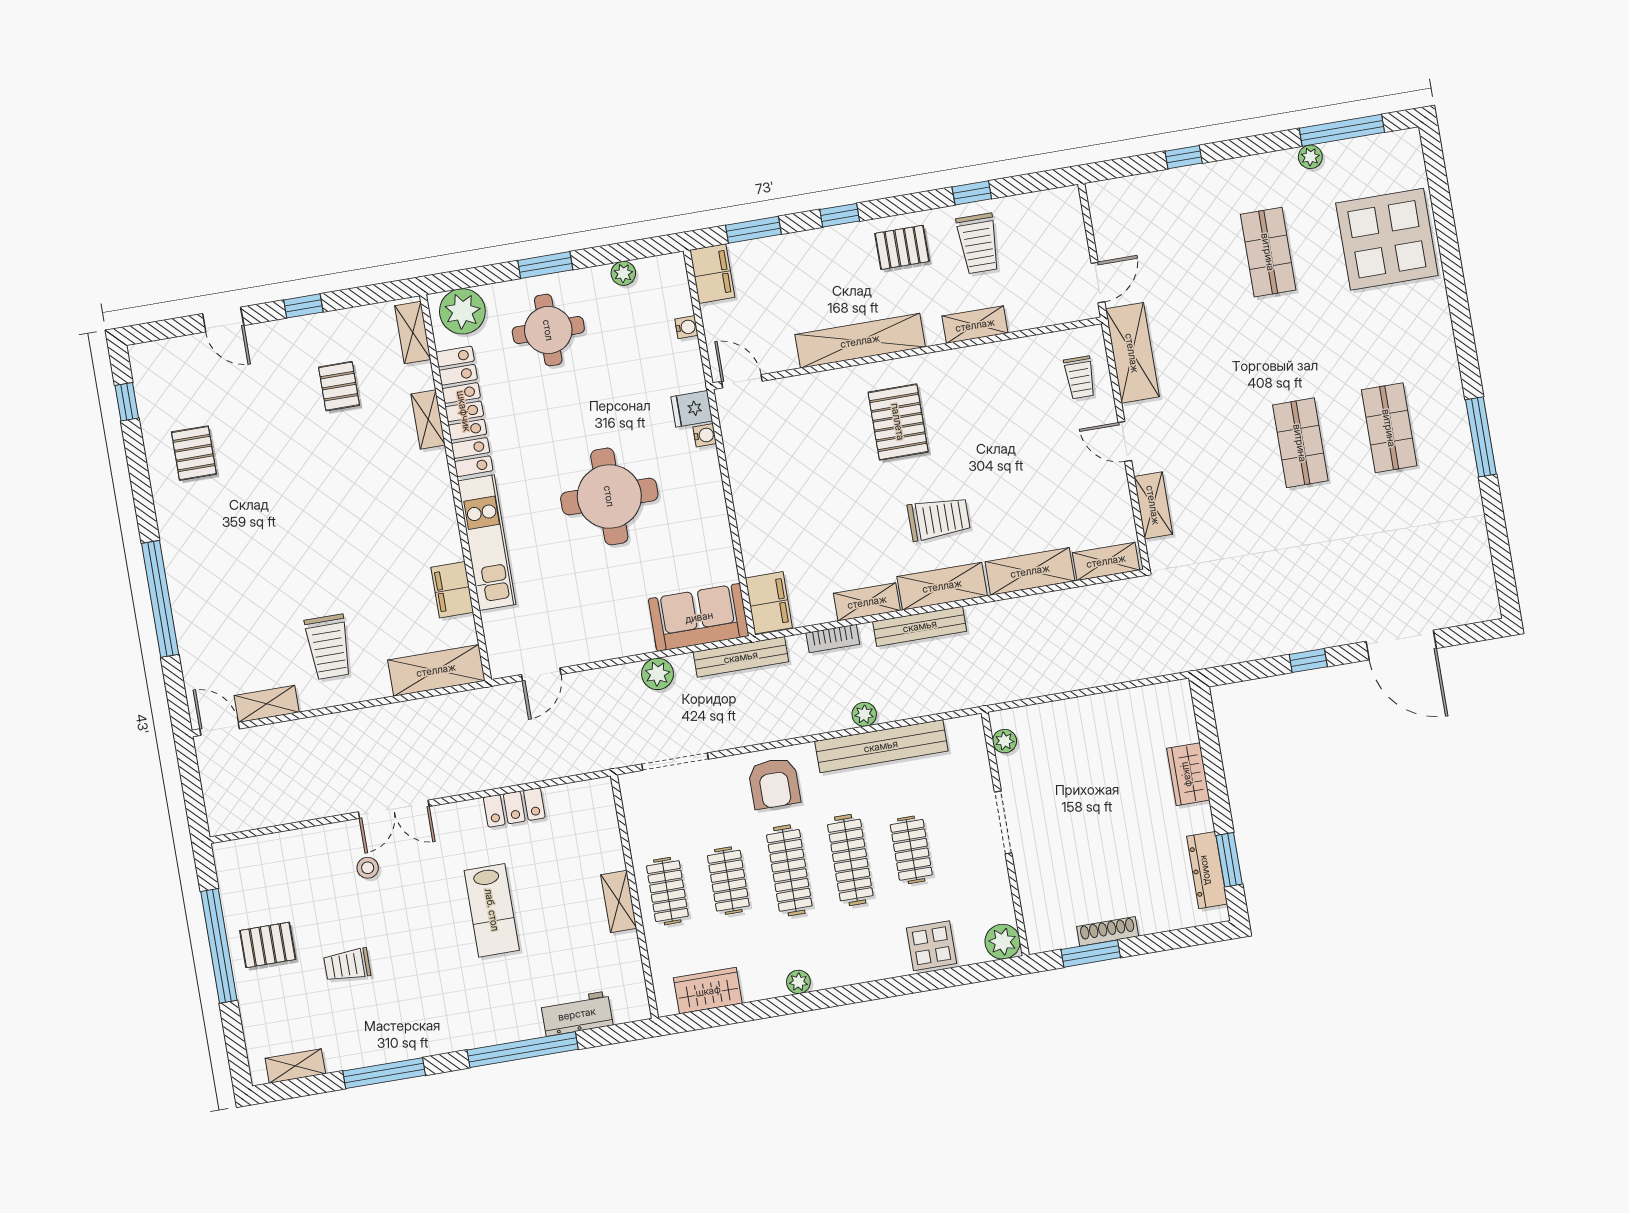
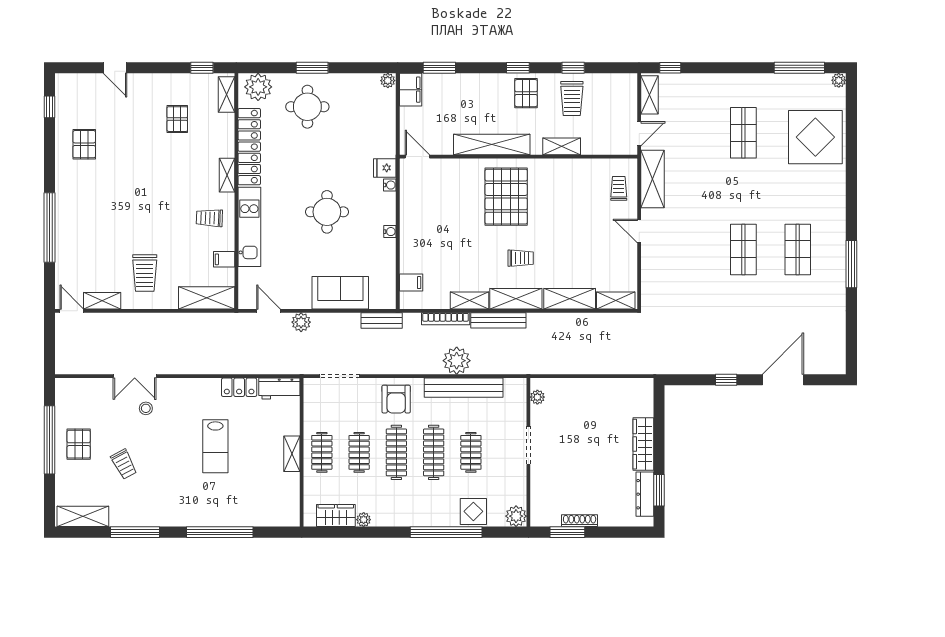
window: (1184, 157) -> (670, 68), moved
plant: (1310, 157) -> (839, 80), moved
window: (840, 215) -> (518, 68), moved
pallet: (902, 247) -> (526, 93), turned 90
plant: (623, 273) -> (388, 81), moved
window: (303, 306) -> (202, 68), moved
water cooler: (687, 327) -> (390, 232), moved
trolley: (1080, 377) -> (619, 188), turned 180
shelving: (428, 419) -> (227, 175), moved
pallet: (898, 422) -> (506, 197), width x1.37, depth x1.41
round table: (609, 496) -> (327, 212), width x0.73, depth x0.73
shelving: (1153, 505) -> (650, 95), moved
trolley: (939, 519) -> (521, 258), width x0.73, depth x0.72
trolley: (419, 539) -> (209, 218), added
filing cabinet: (452, 590) -> (224, 259), width x0.50
filing cabinet: (769, 603) -> (411, 283), width x0.50
sofa: (699, 617) -> (340, 293), moved
bookcase: (833, 639) -> (446, 319), width x1.56
door: (1401, 645) -> (783, 380), swing flipped
bench: (741, 657) -> (382, 320), width x0.73
door: (541, 674) -> (268, 311), swing flipped
plant: (658, 674) -> (301, 322), moved
plant: (864, 714) -> (457, 361), width x1.87, depth x1.87
wardrobe: (1188, 774) -> (643, 444), width x1.50
double door: (394, 809) -> (135, 376), moved
pallet: (268, 945) -> (79, 444), turned 90
trolley: (347, 965) -> (124, 464), turned -118
plant: (798, 982) -> (364, 520), moved
window: (893, 987) -> (446, 532), added
workbench: (577, 1014) -> (279, 389), moved, turned 180
shelving: (295, 1066) -> (83, 516), width x1.50, depth x1.33

